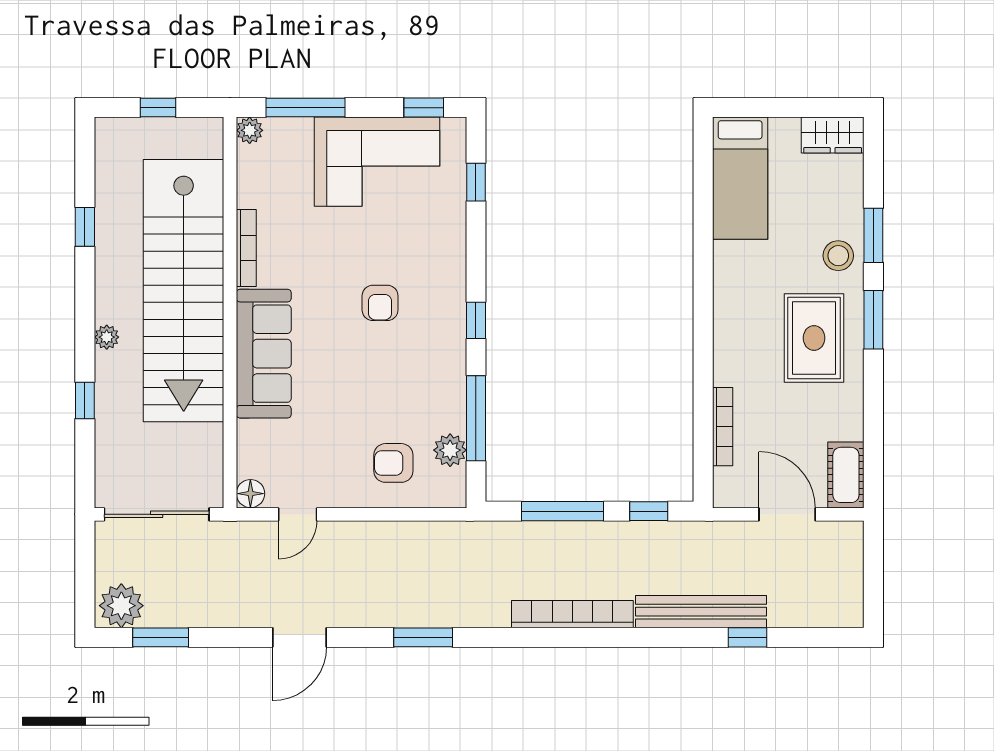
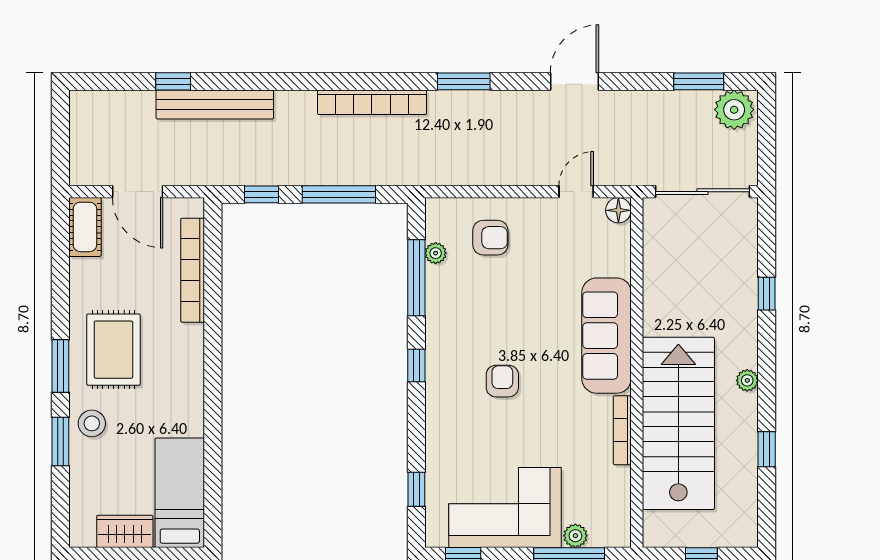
plant: (250, 130) -> (575, 536), moved
wardrobe: (833, 135) -> (125, 531), moved
stairs: (184, 291) -> (678, 423), width x0.73
plant: (107, 337) -> (747, 380), moved
bookcase: (723, 427) -> (193, 270), width x1.48, depth x1.31
plant: (450, 450) -> (436, 253), width x0.73, depth x0.73
bookcase: (572, 614) -> (372, 102), moved

